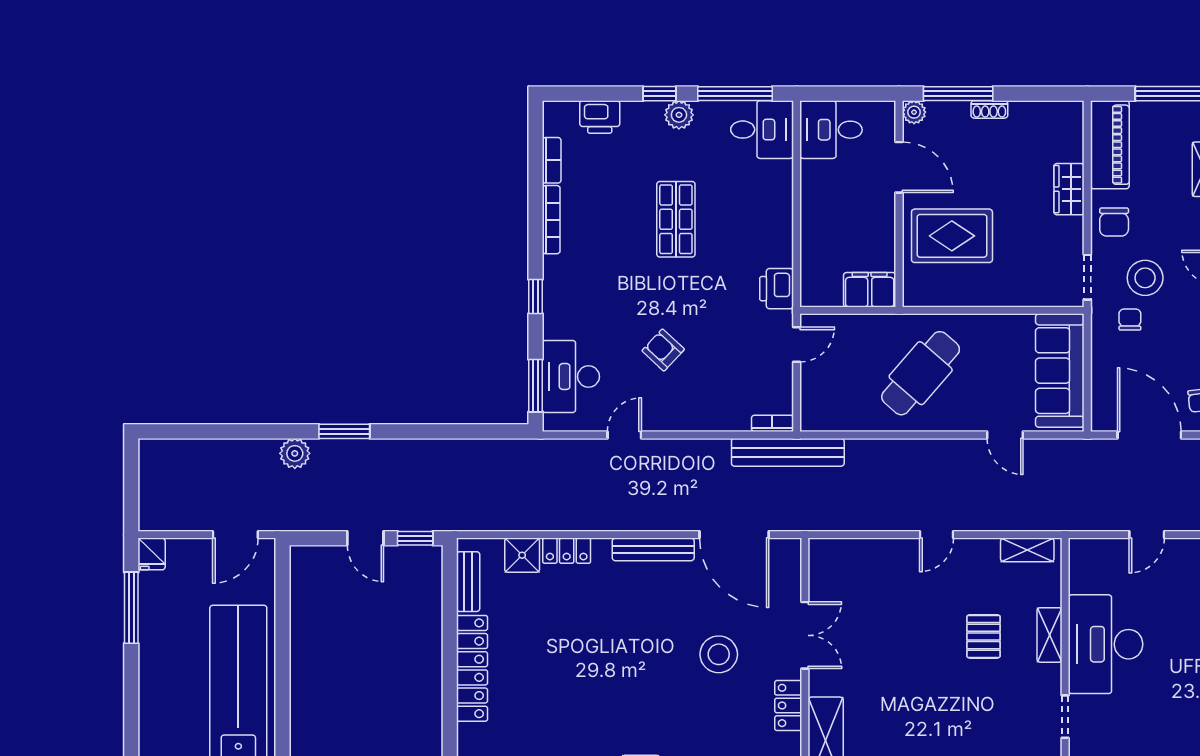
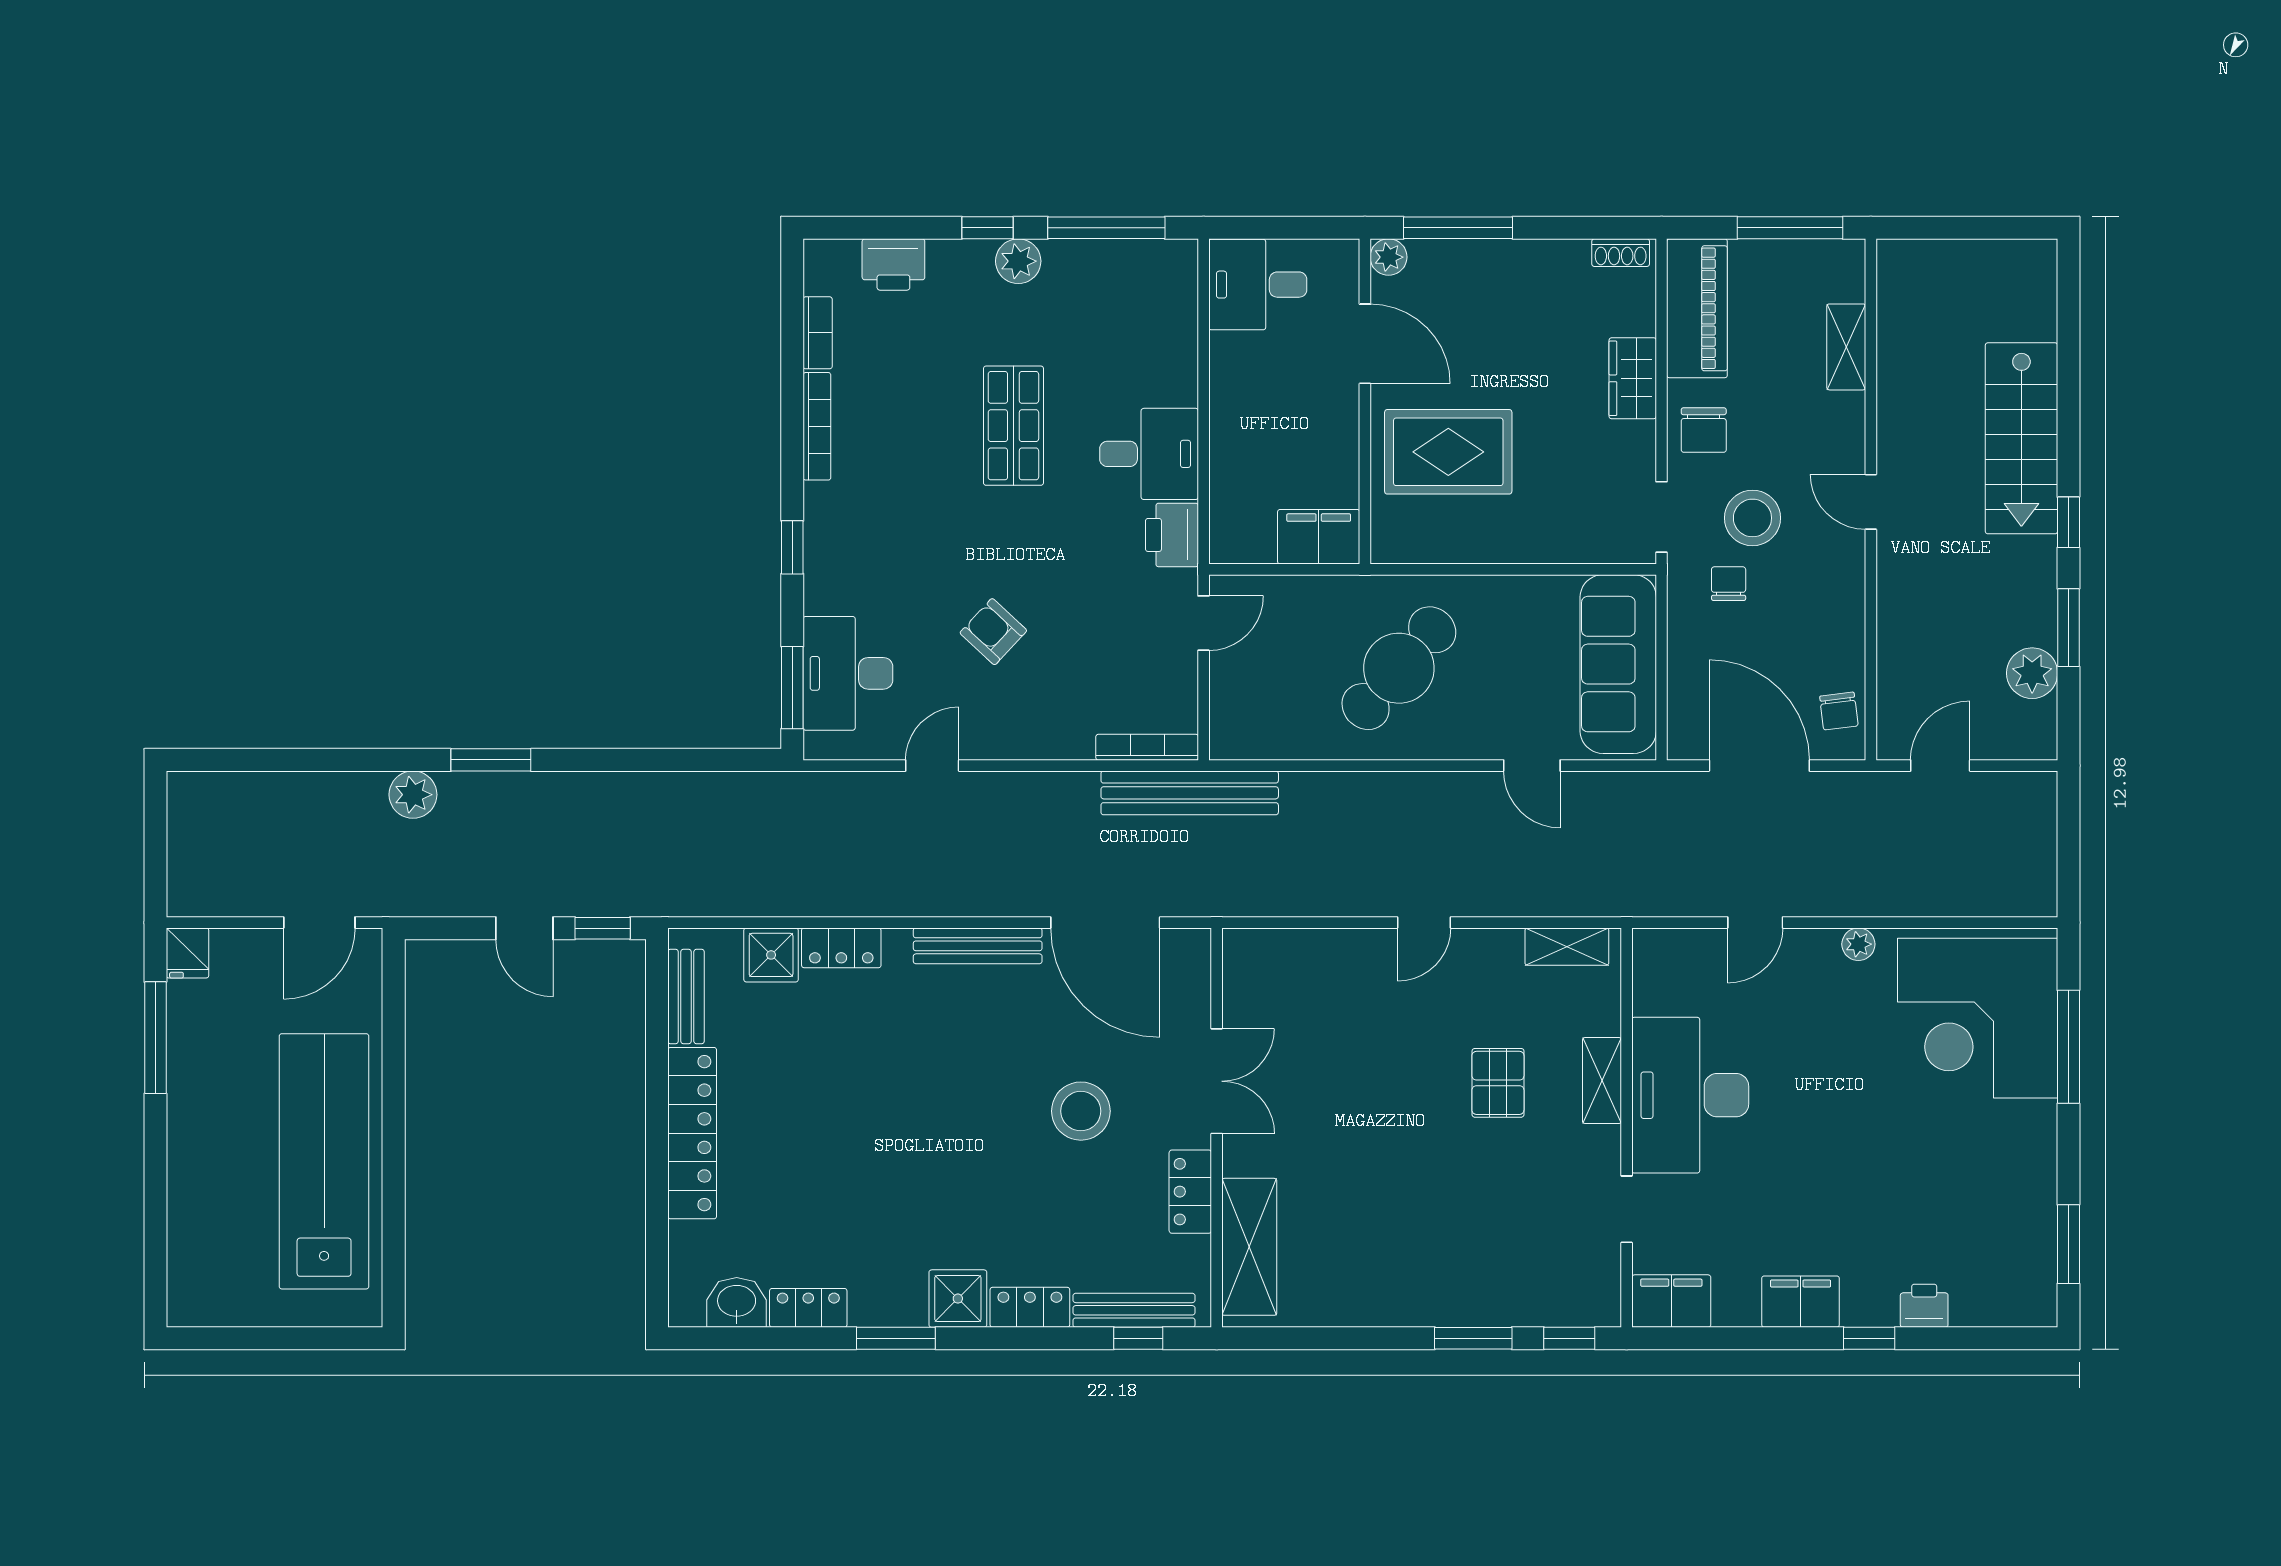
shoe rack: (989, 109) -> (1621, 253), moved
desk: (762, 130) -> (1149, 454), moved
bookcase: (772, 423) -> (1147, 747), width x1.56

